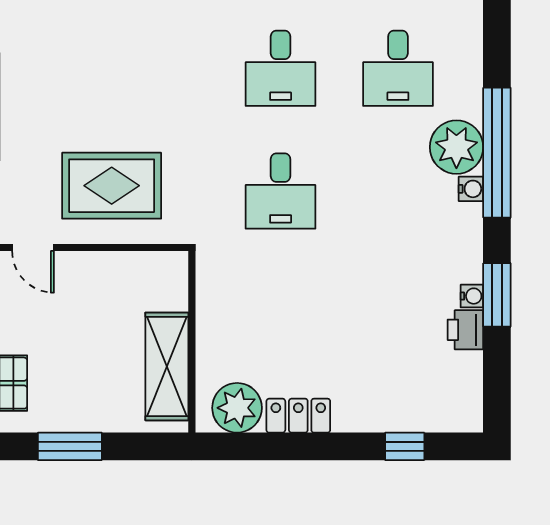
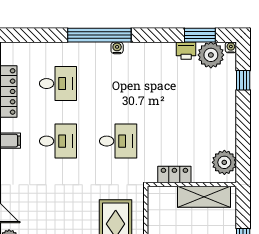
plant: (456, 147) -> (211, 55), moved
window: (497, 295) -> (200, 35), moved
water cooler: (472, 296) -> (231, 47), moved
locker: (298, 416) -> (174, 174), moved, turned 90

